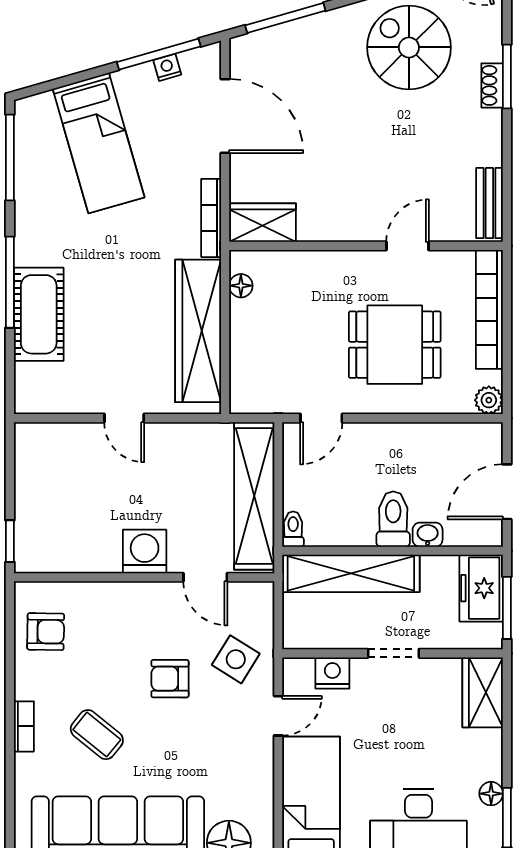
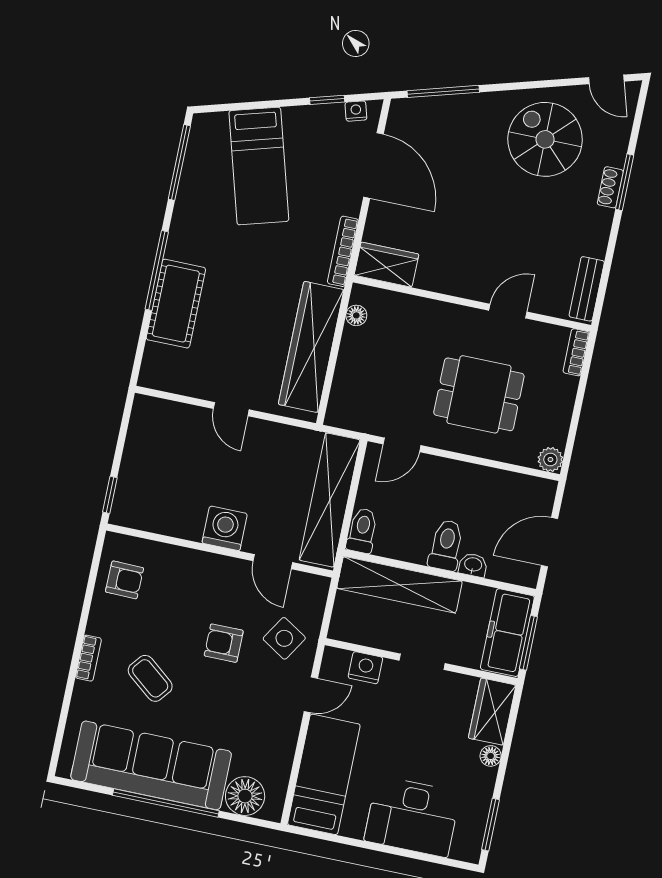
window: (159, 54) -> (327, 100), width x0.46
nightstand: (167, 67) -> (356, 111), moved
bookcase: (489, 309) -> (576, 352), width x0.43, depth x0.76
toilet: (293, 529) -> (362, 531), width x1.37, depth x1.39
freezer: (481, 588) -> (507, 633), width x1.40
floor lamp: (491, 794) -> (491, 756), moved

